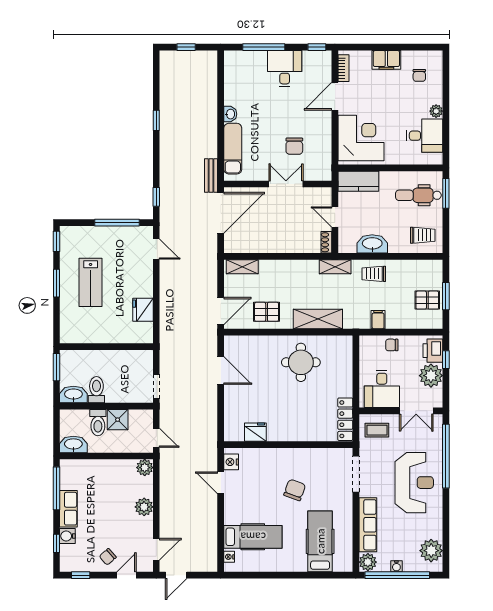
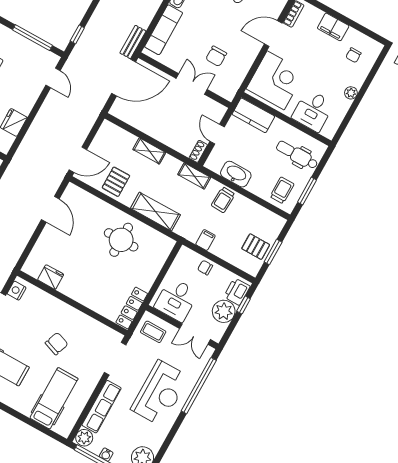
desk: (425, 136) -> (313, 111), moved, turned 90
window: (446, 193) -> (307, 191), moved
trolley: (423, 235) -> (282, 190), turned -90
shelving: (242, 267) -> (149, 151), moved
trolley: (374, 274) -> (223, 200), turned -87
pallet: (267, 312) -> (116, 182), turned 90

